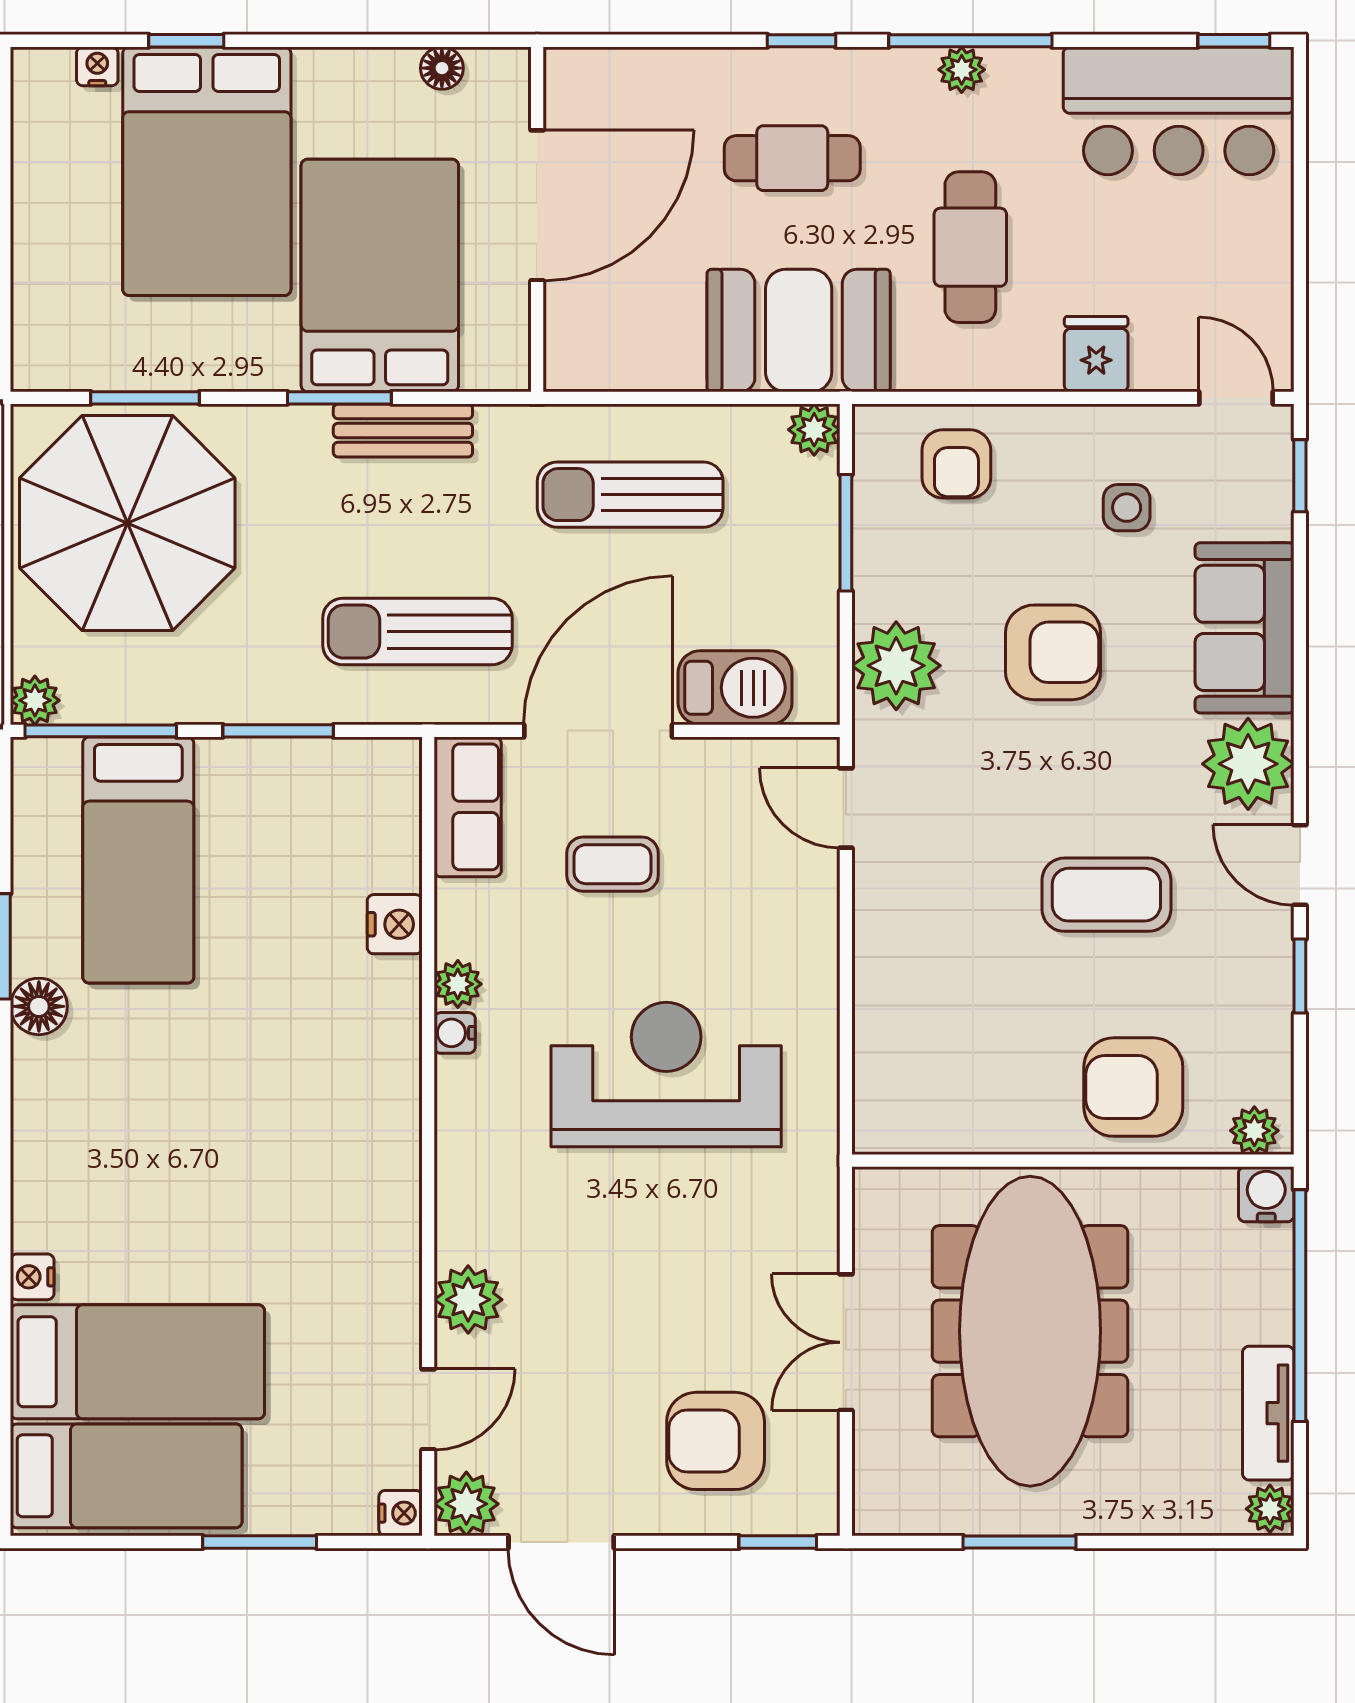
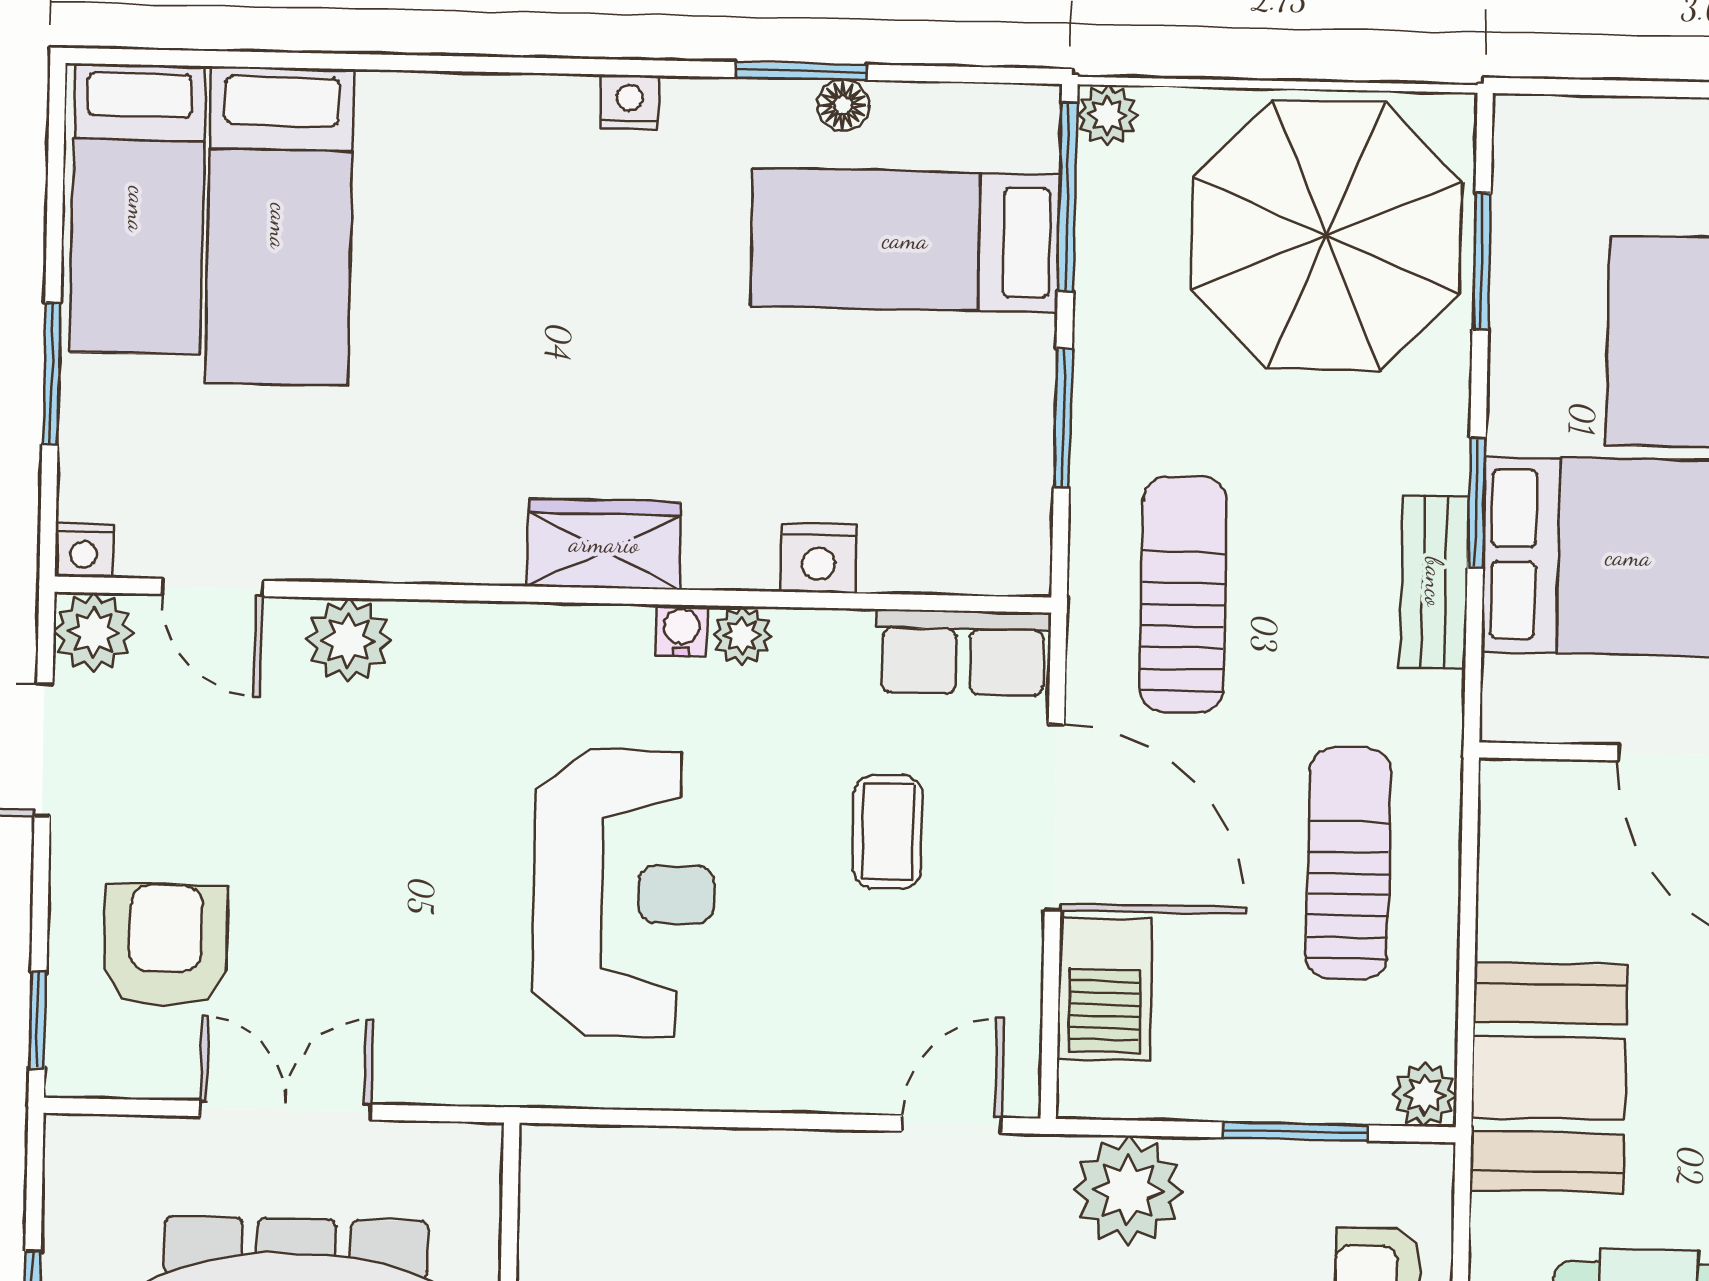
floor lamp: (39, 1006) -> (843, 105), moved, width x0.73, depth x0.73
wardrobe: (387, 1096) -> (604, 544), added
nightstand: (32, 1277) -> (630, 102), moved

